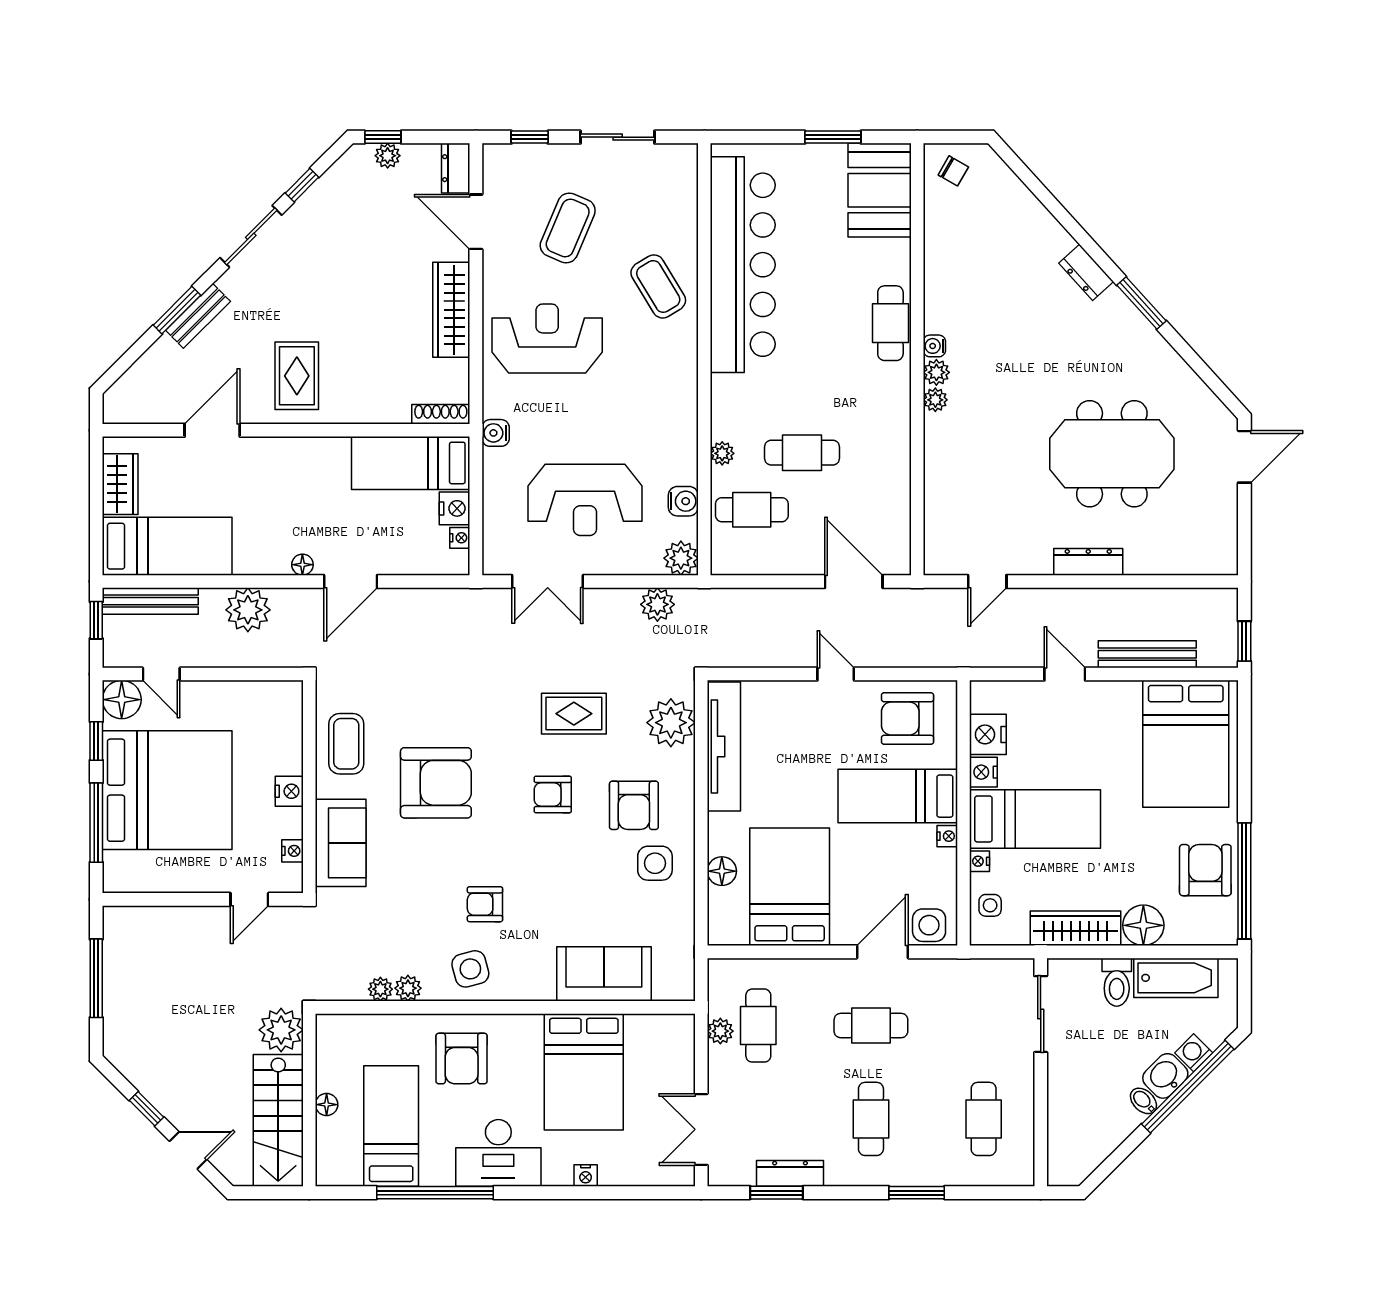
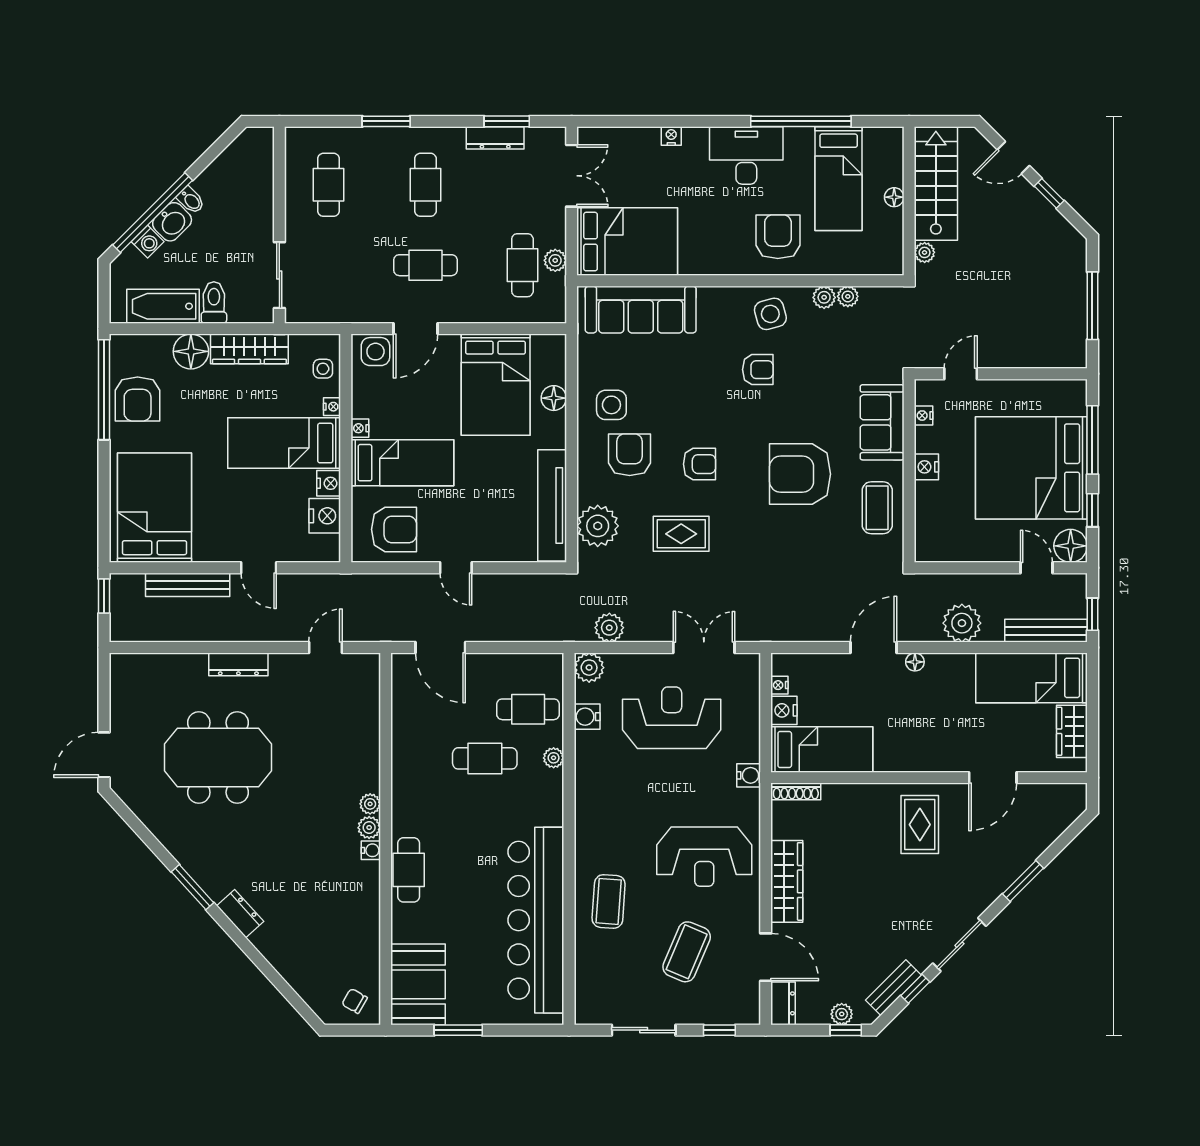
coffee table: (658, 286) -> (609, 901), turned 35
bench: (198, 316) -> (893, 988), moved
sofa: (604, 974) -> (641, 310), width x1.36
plant: (281, 1030) -> (925, 252), width x0.53, depth x0.53
bed: (584, 1072) -> (627, 242), moved, turned 90

